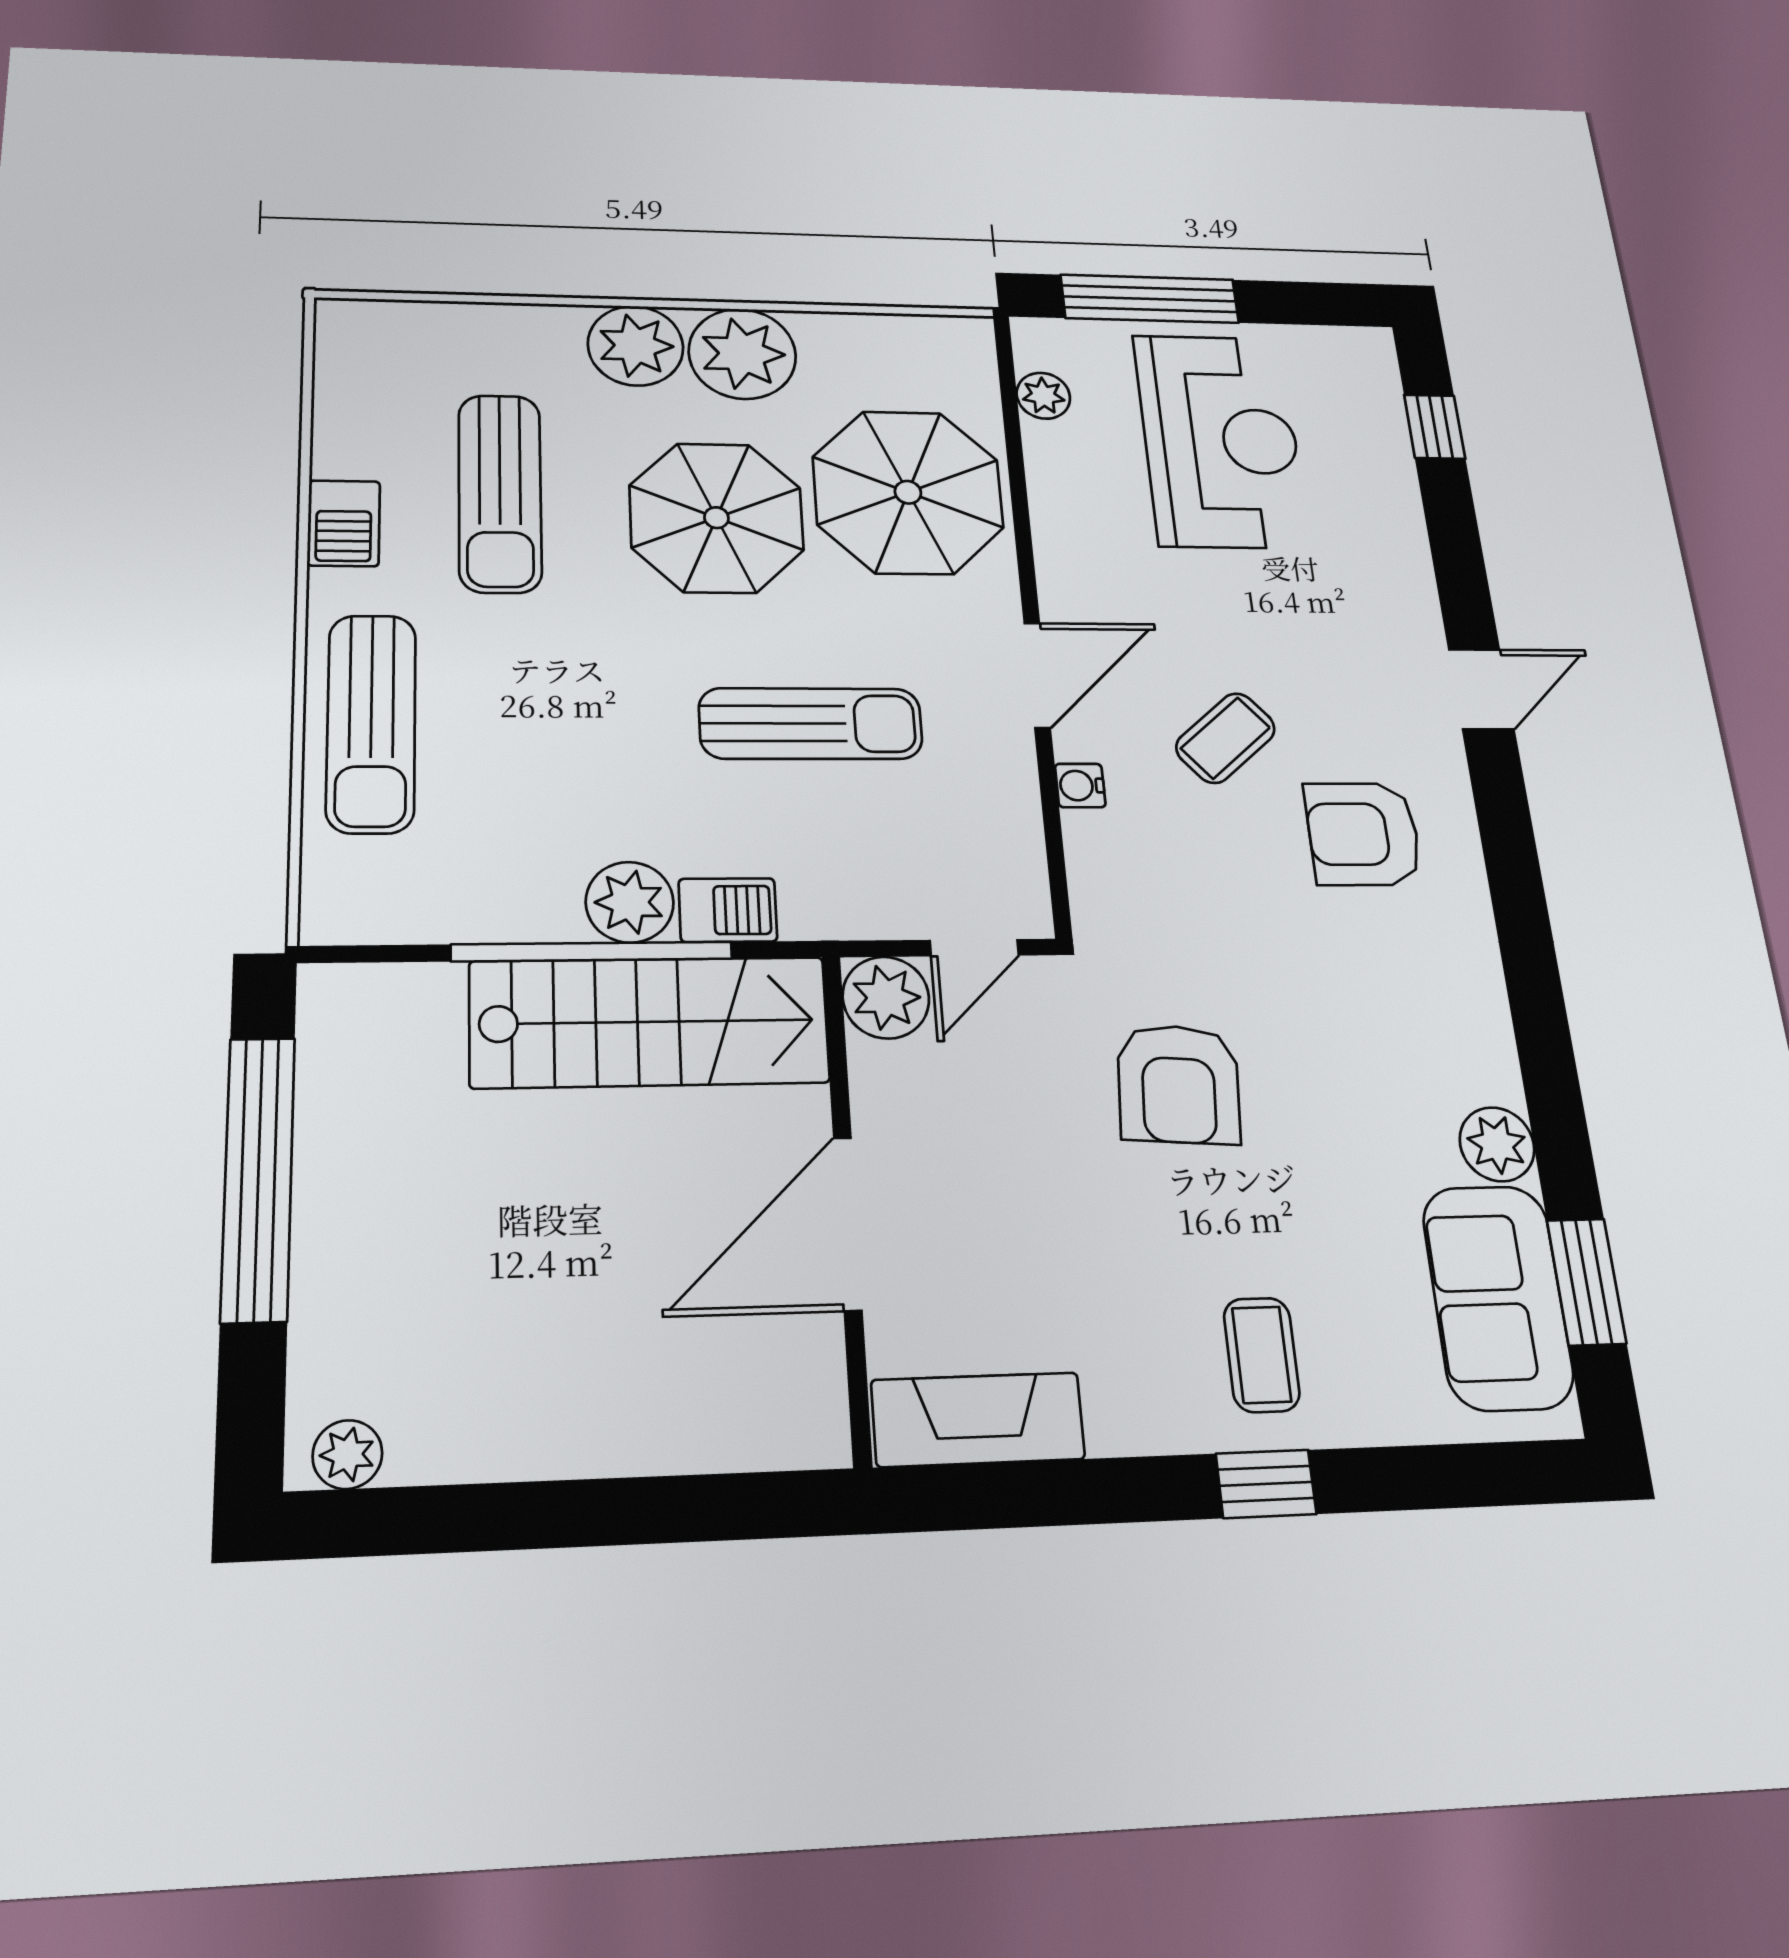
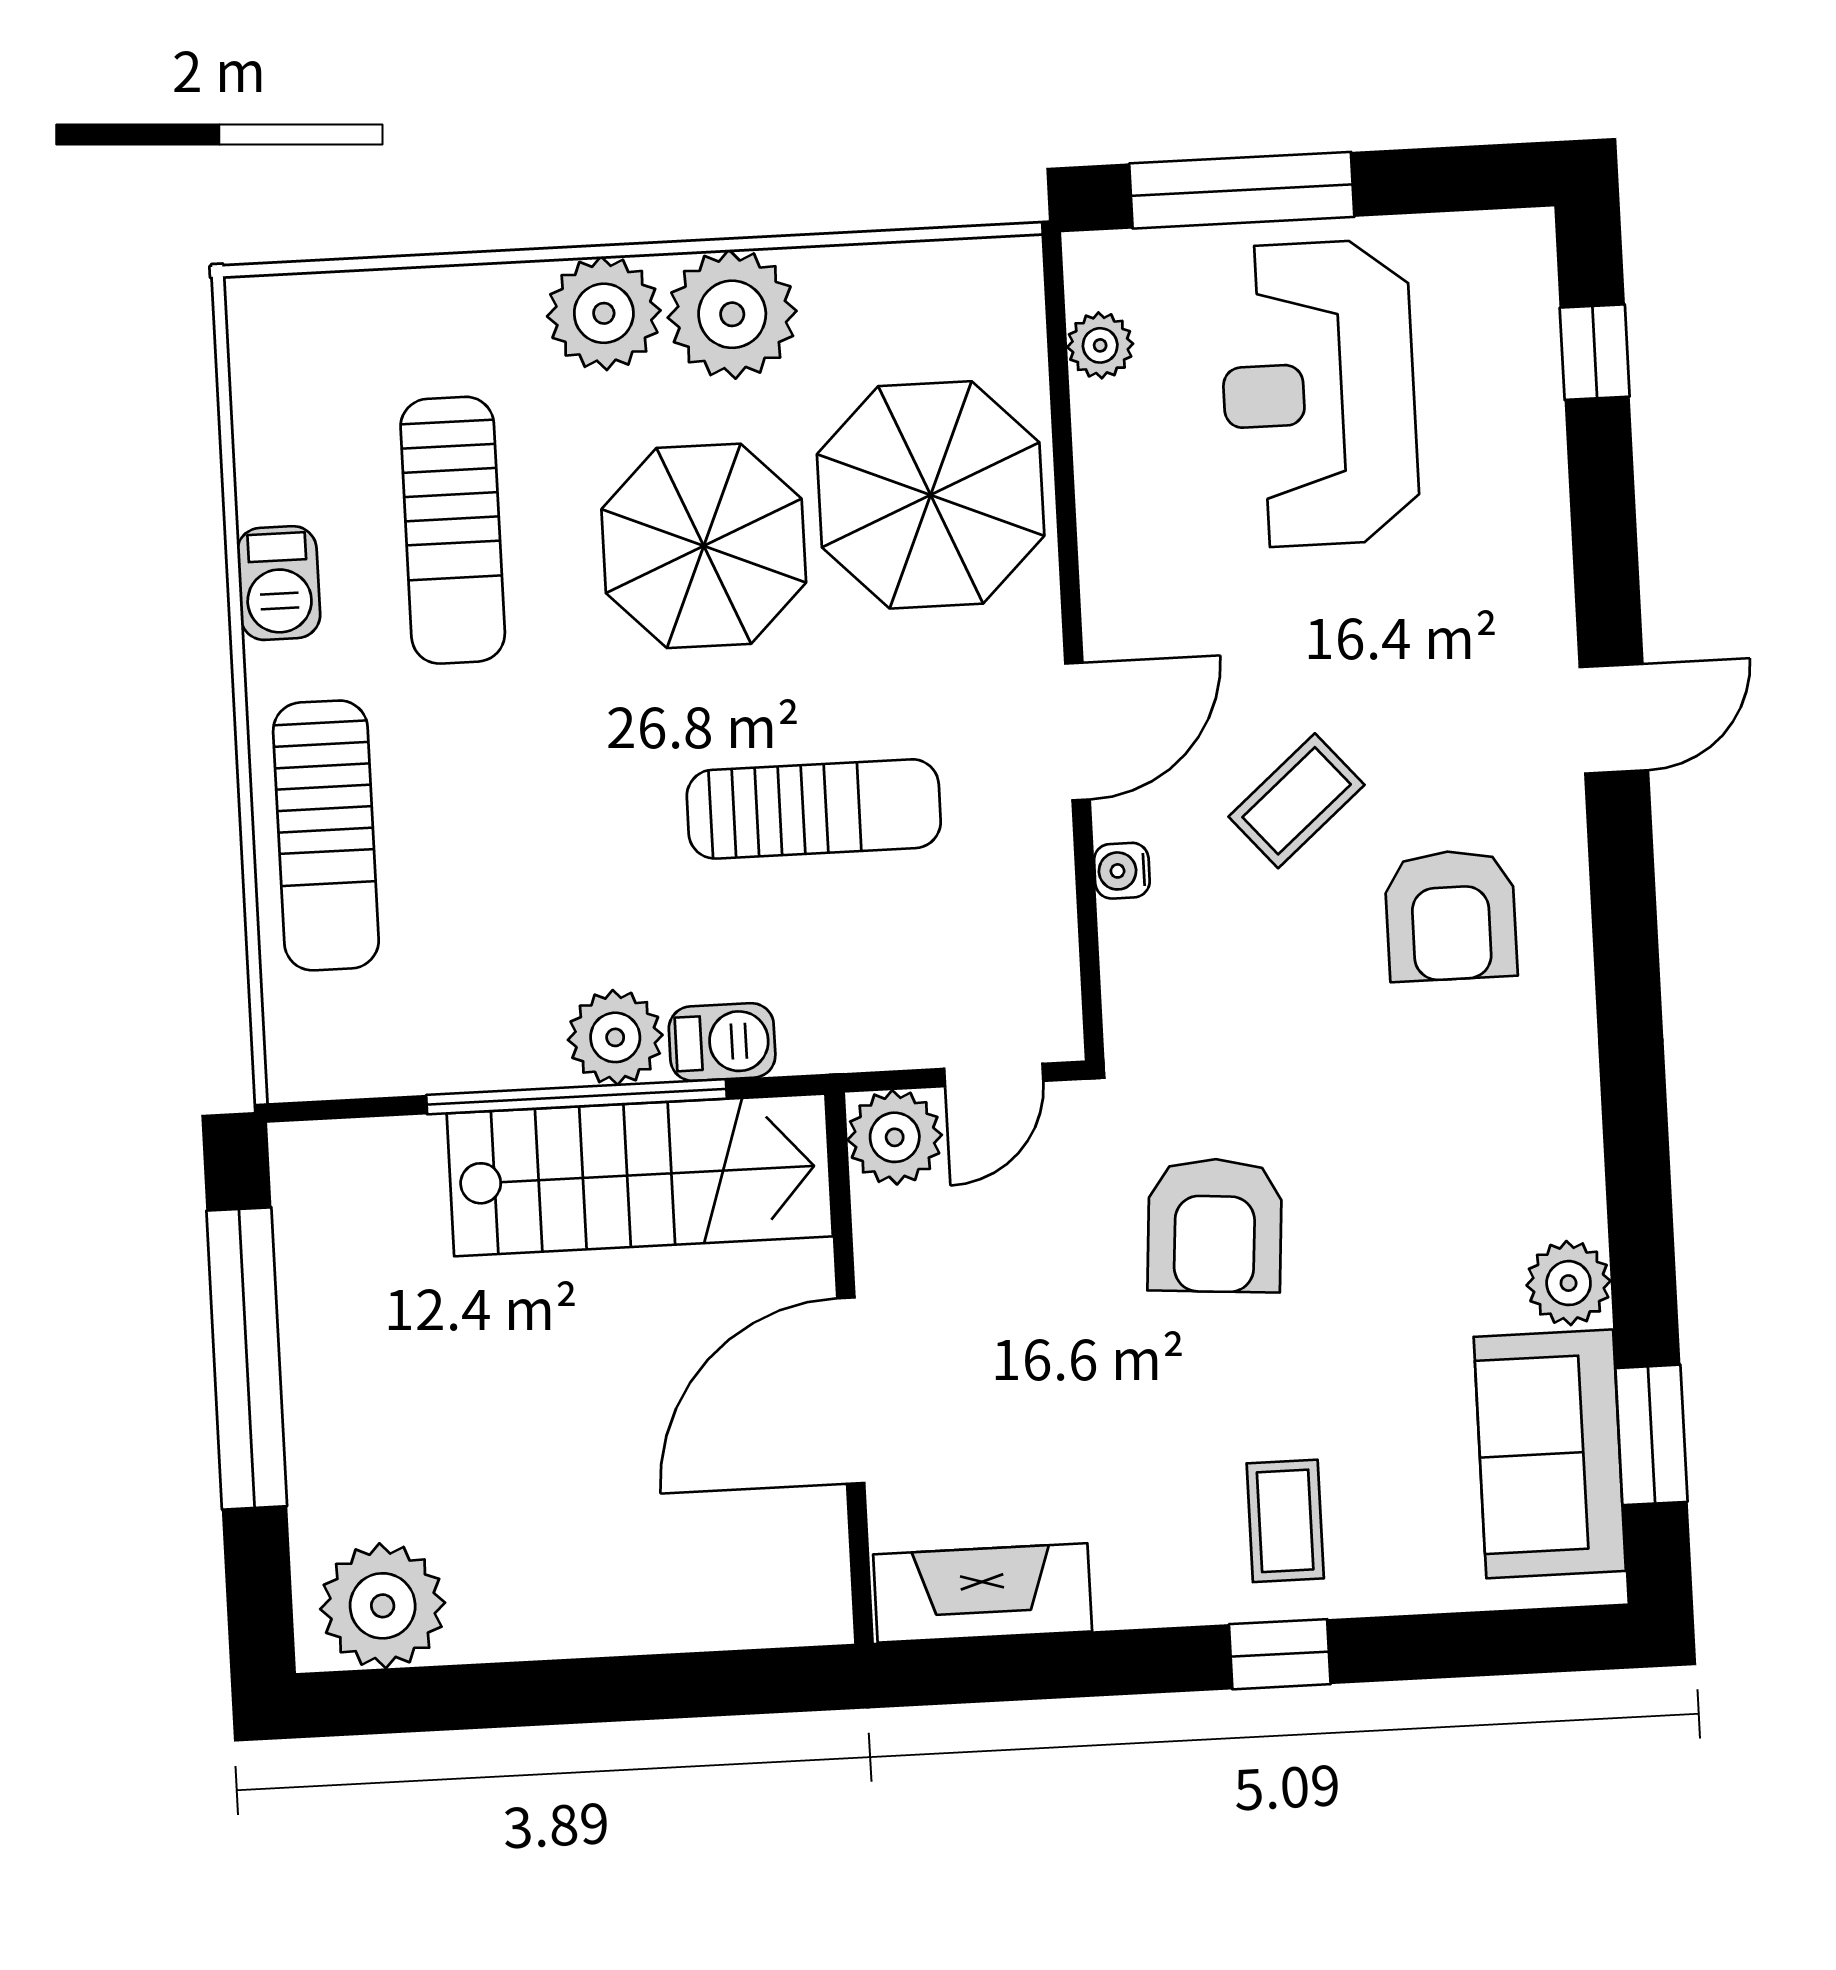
reception desk: (1221, 441) -> (1319, 394), turned 180
armchair: (1363, 834) -> (1451, 915), turned -90
plant: (347, 1455) -> (383, 1606), width x1.88, depth x1.88

